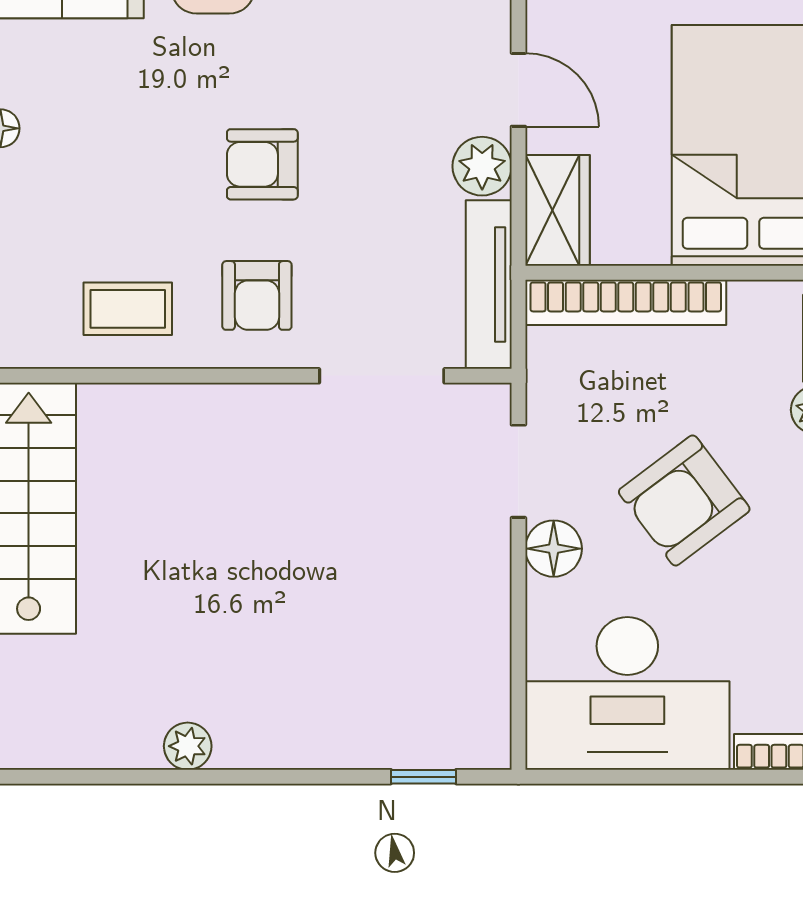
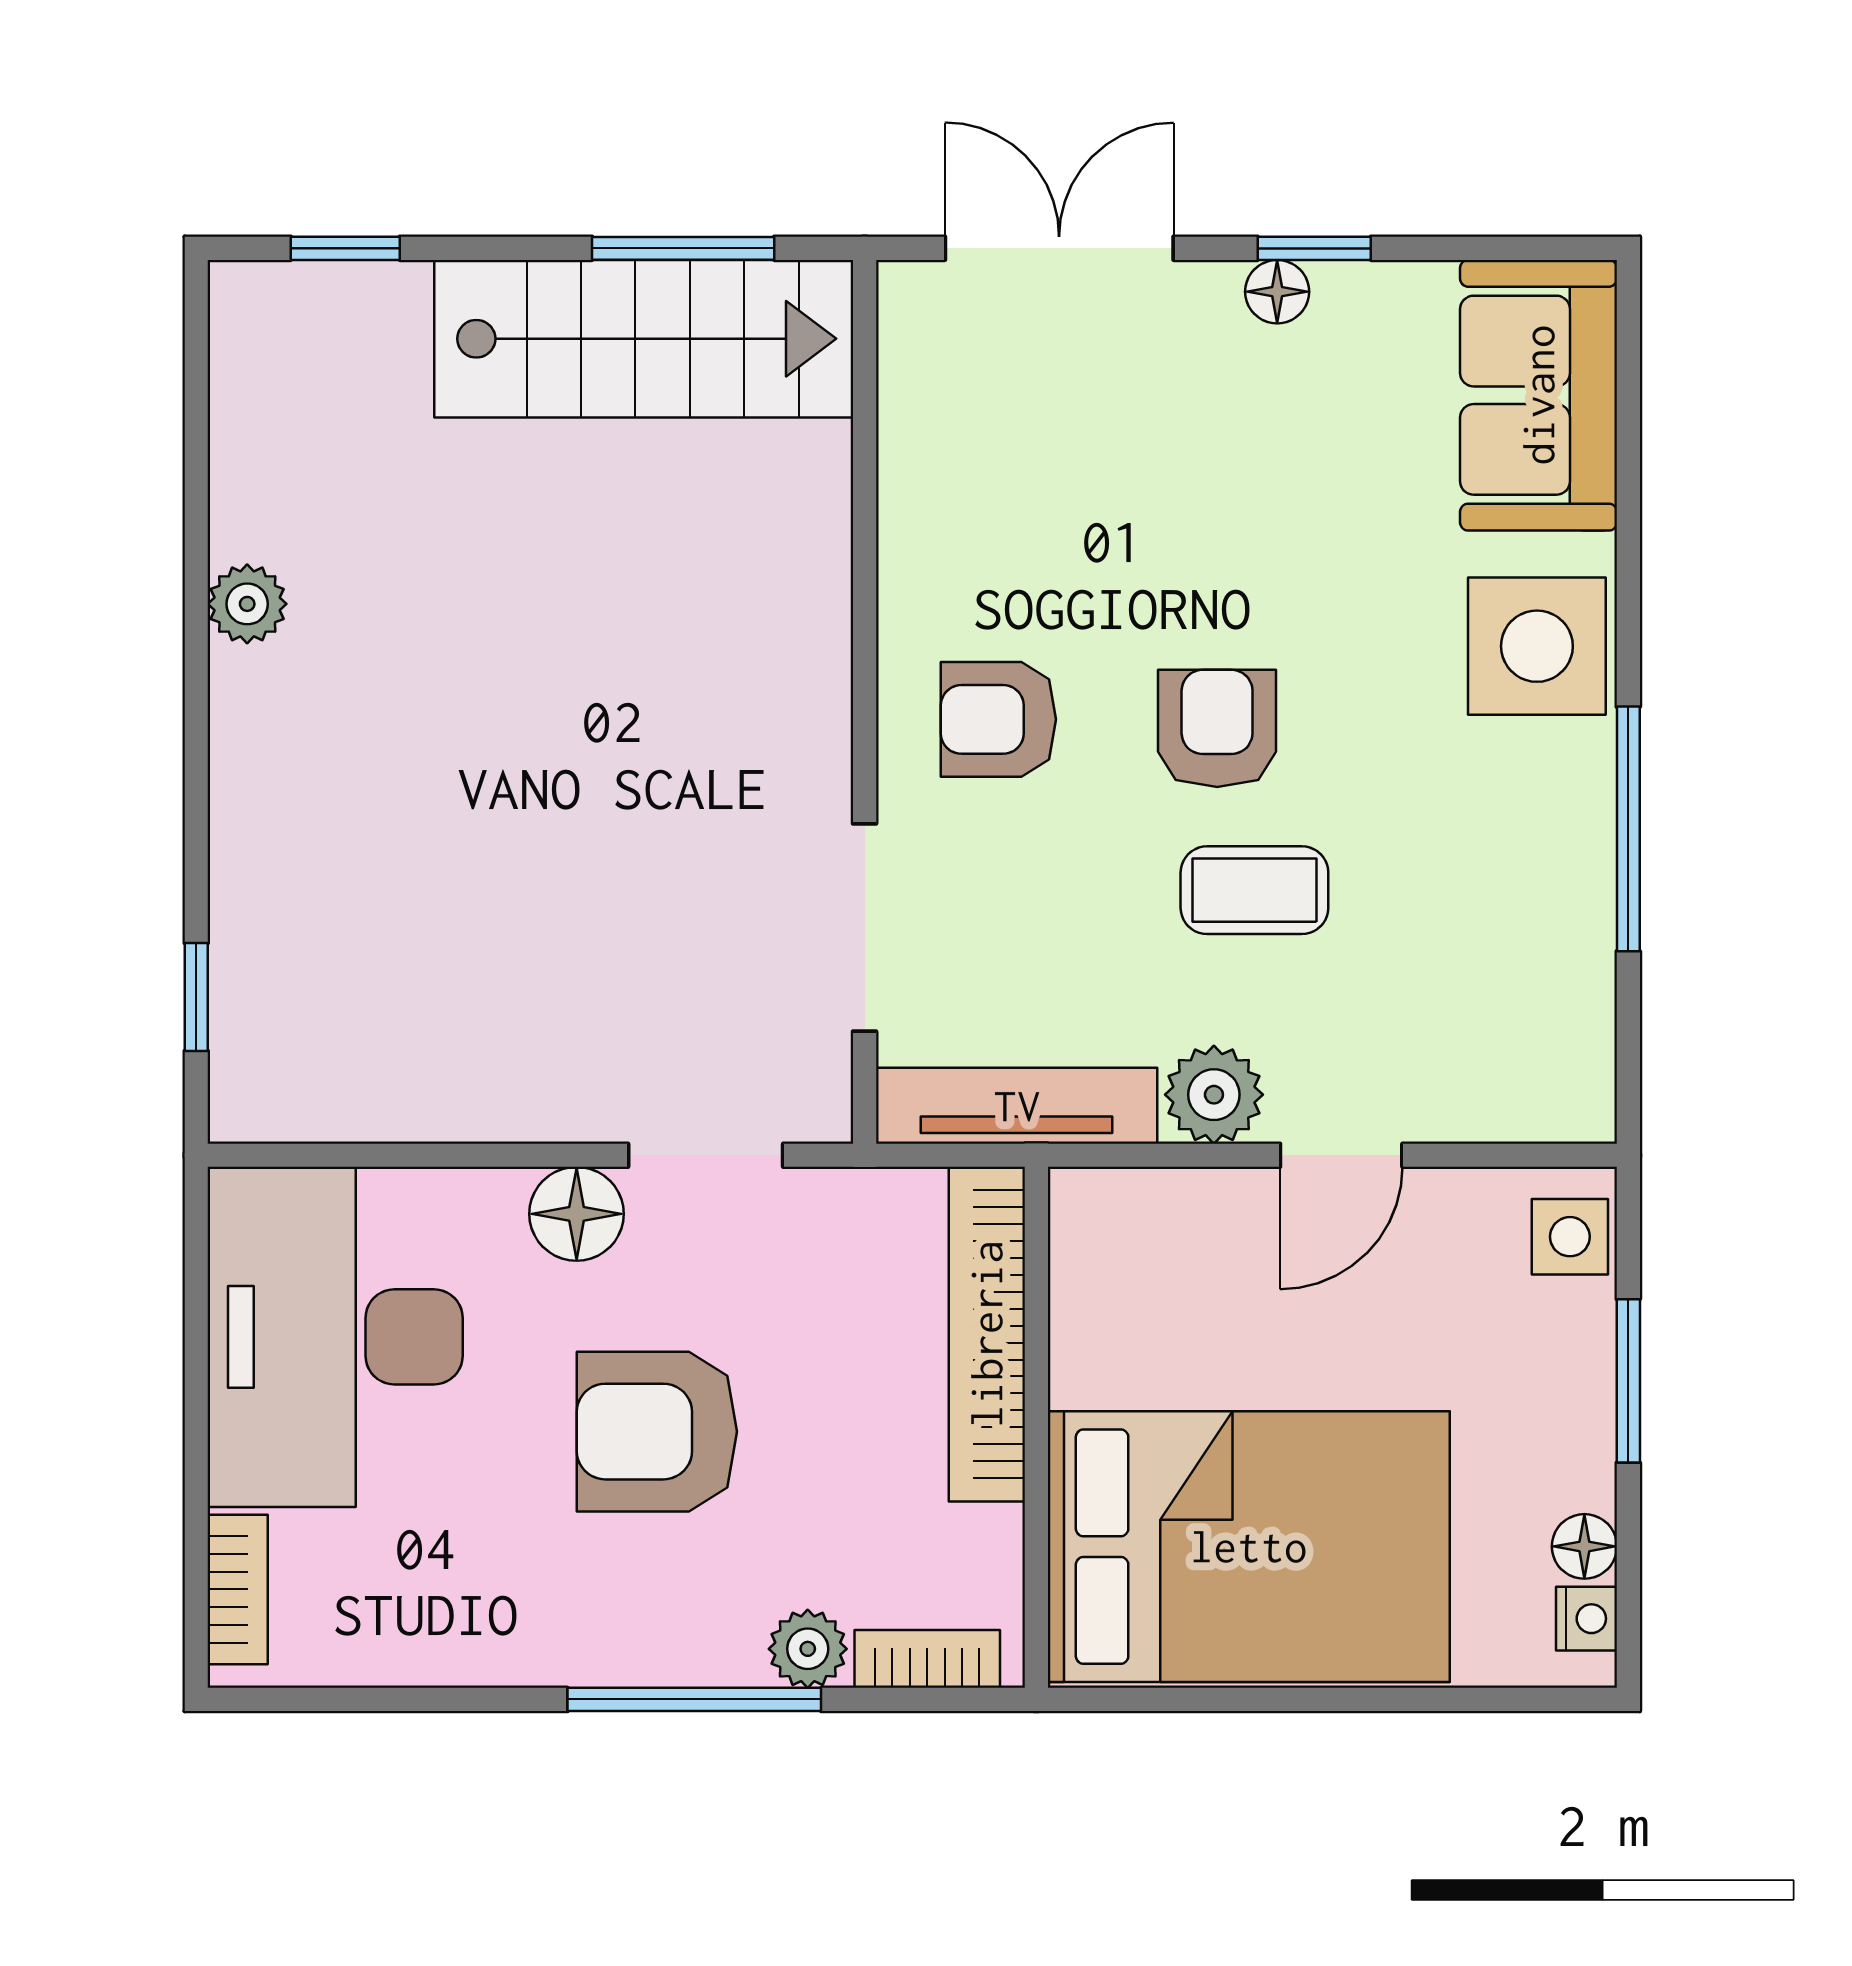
wardrobe: (557, 210) -> (1140, 1220), removed
coffee table: (128, 309) -> (1254, 890), moved, turned 90
armchair: (684, 500) -> (657, 1432), turned -53

